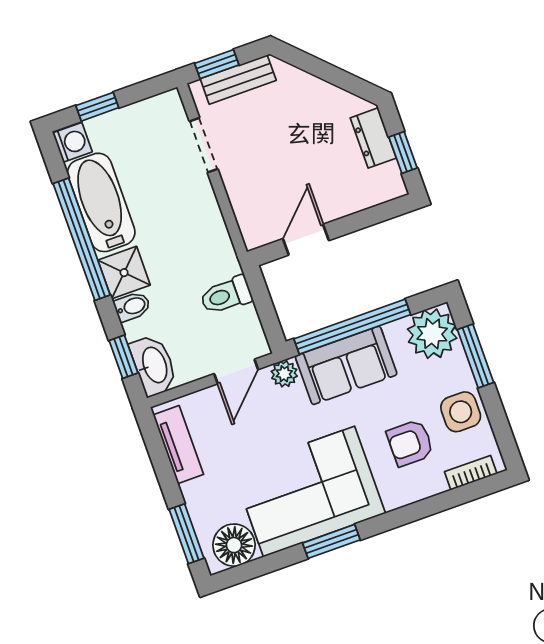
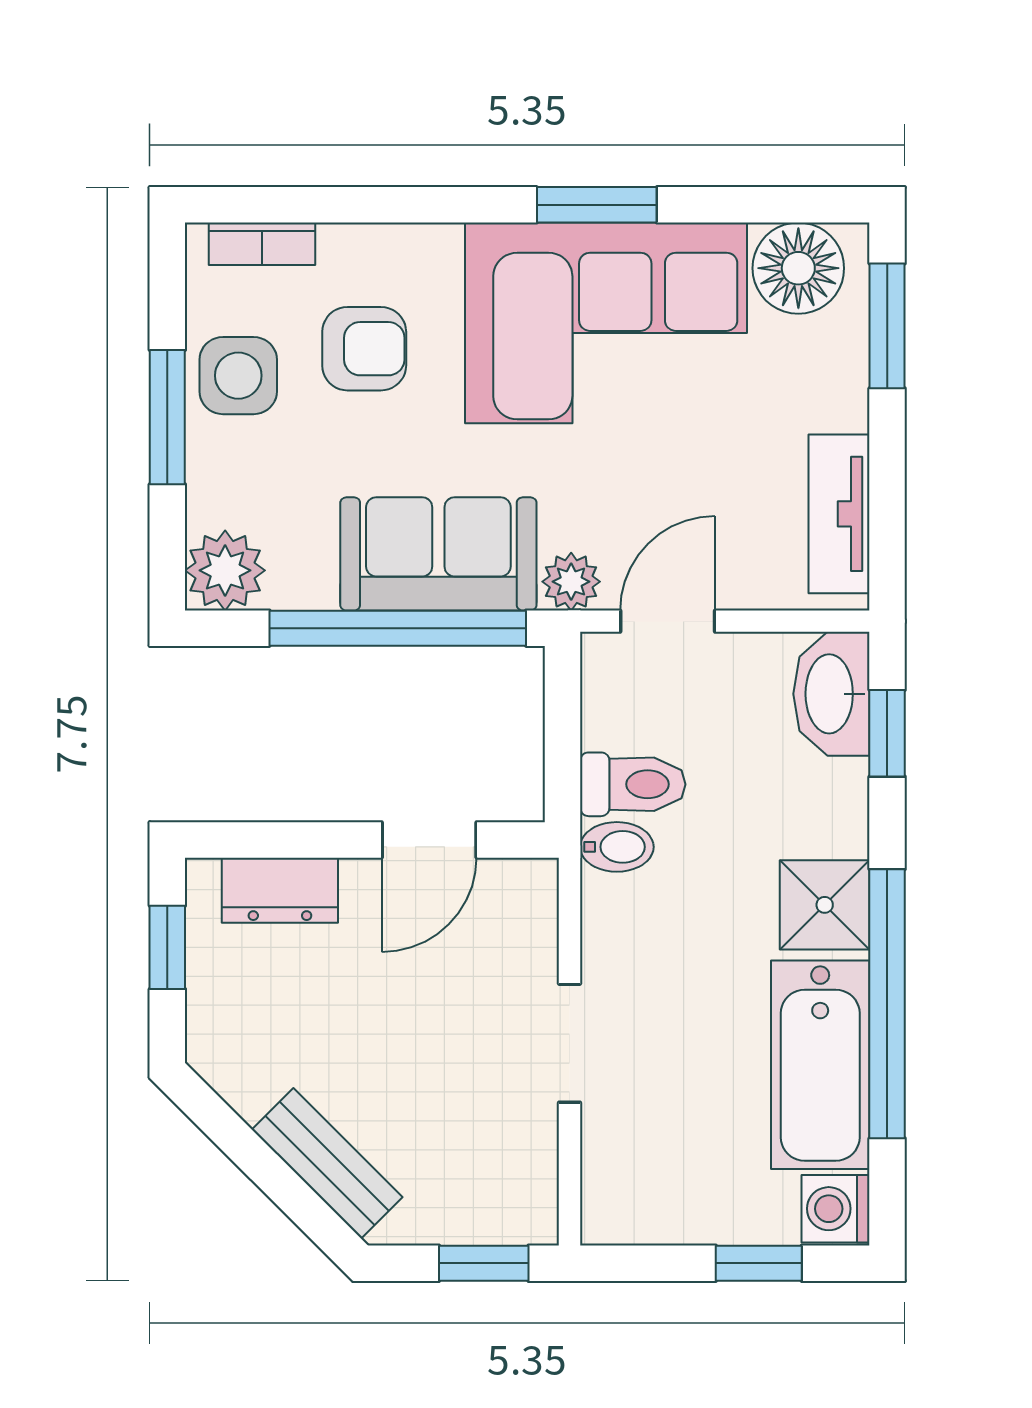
bench: (238, 80) -> (327, 1163), moved, turned 45
dresser: (373, 138) -> (280, 890), moved, turned 90
doorway: (204, 145) -> (570, 1043), moved
bidet: (132, 307) -> (617, 847), moved, turned 180
plant: (432, 334) -> (225, 570), width x0.73, depth x0.73
window: (476, 356) -> (167, 417), moved

